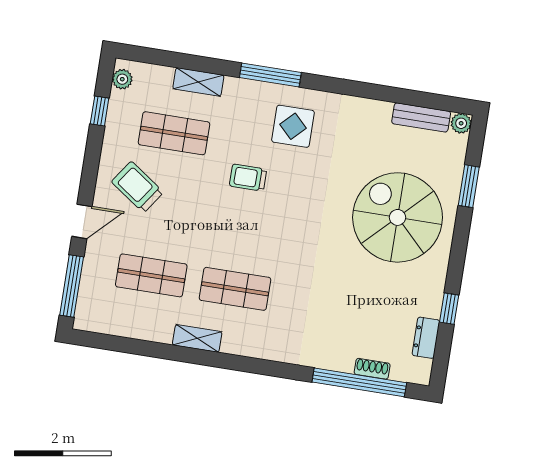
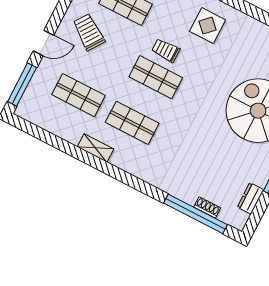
shop shelf: (246, 218) -> (156, 77), added

